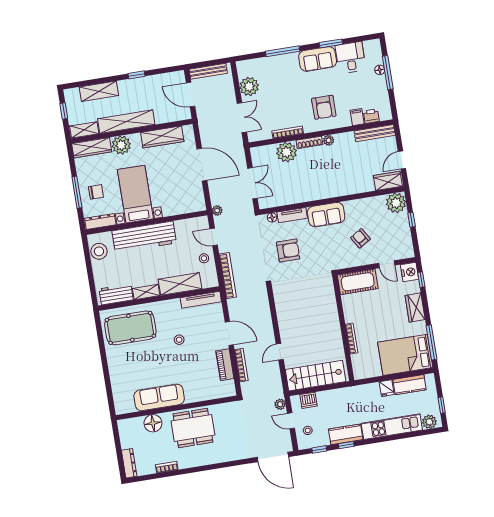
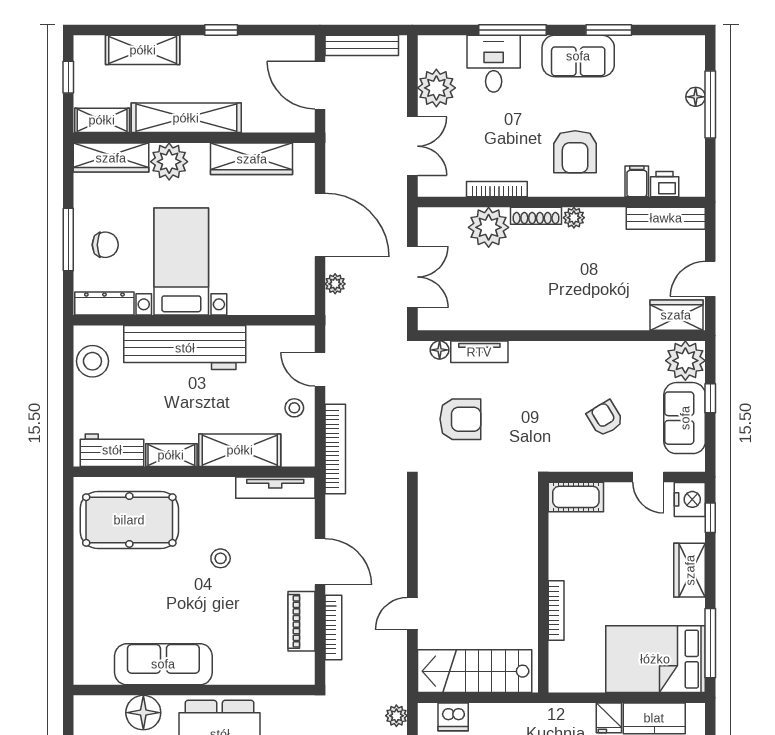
desk: (351, 58) -> (494, 64), moved
plant: (217, 211) -> (335, 284), moved
sofa: (326, 215) -> (685, 418), moved, turned 90
cot: (358, 282) -> (576, 497), width x0.73, depth x0.75

